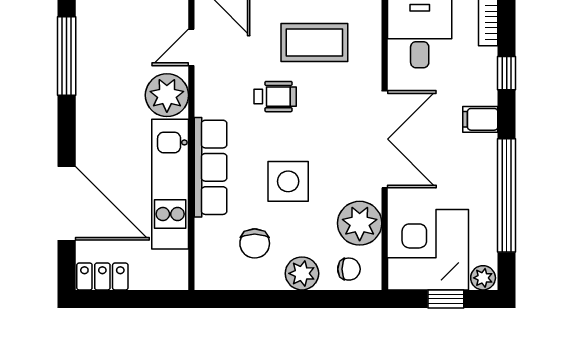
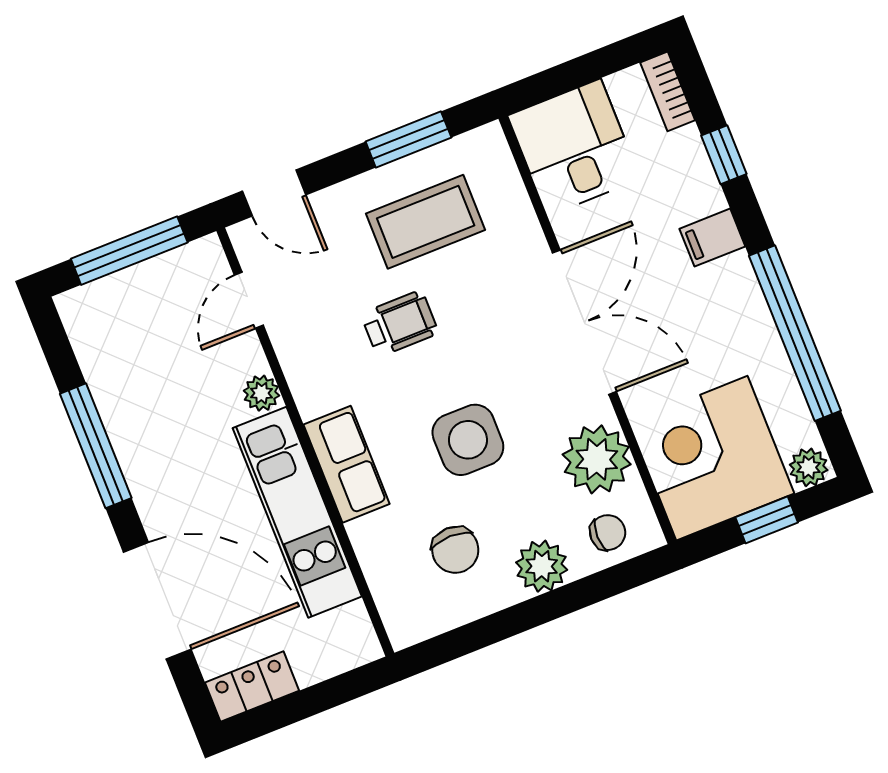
window: (67, 56) -> (96, 446), moved
plant: (167, 95) -> (261, 393), width x0.53, depth x0.53
row of seats: (211, 167) -> (347, 464), width x0.68

